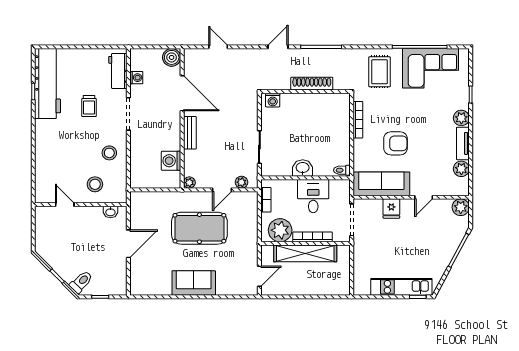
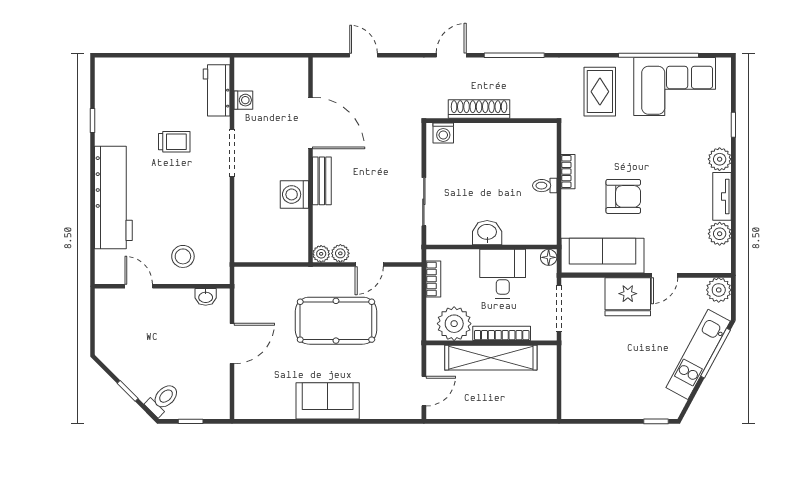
boiler: (172, 57) -> (295, 71), removed
workbench: (48, 84) -> (113, 197), moved
shoe rack: (312, 84) -> (479, 109), moved
trolley: (89, 106) -> (174, 142), turned -90
bookcase: (358, 120) -> (568, 172), width x0.64
stool: (109, 153) -> (204, 210), removed
washing machine: (171, 161) -> (294, 194), moved
toilet: (342, 170) -> (545, 186), moved
plant: (241, 182) -> (340, 253), moved
floor lamp: (345, 185) -> (549, 257), added
fridge: (391, 209) -> (628, 297), width x1.88, depth x1.34
kitchen unit: (401, 287) -> (698, 354), moved, turned -62

